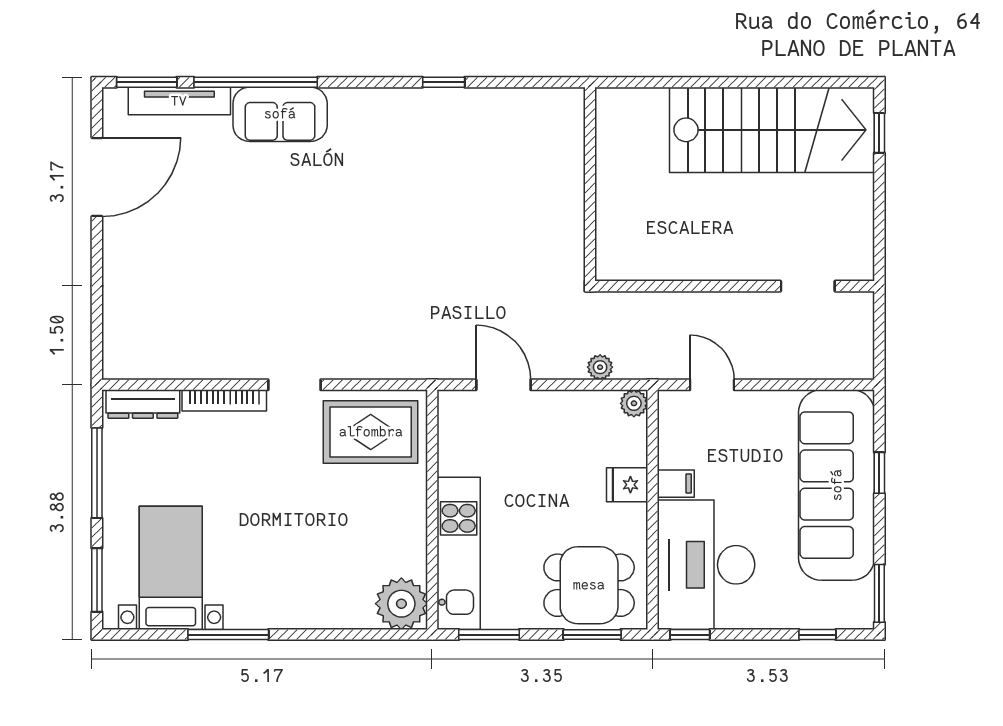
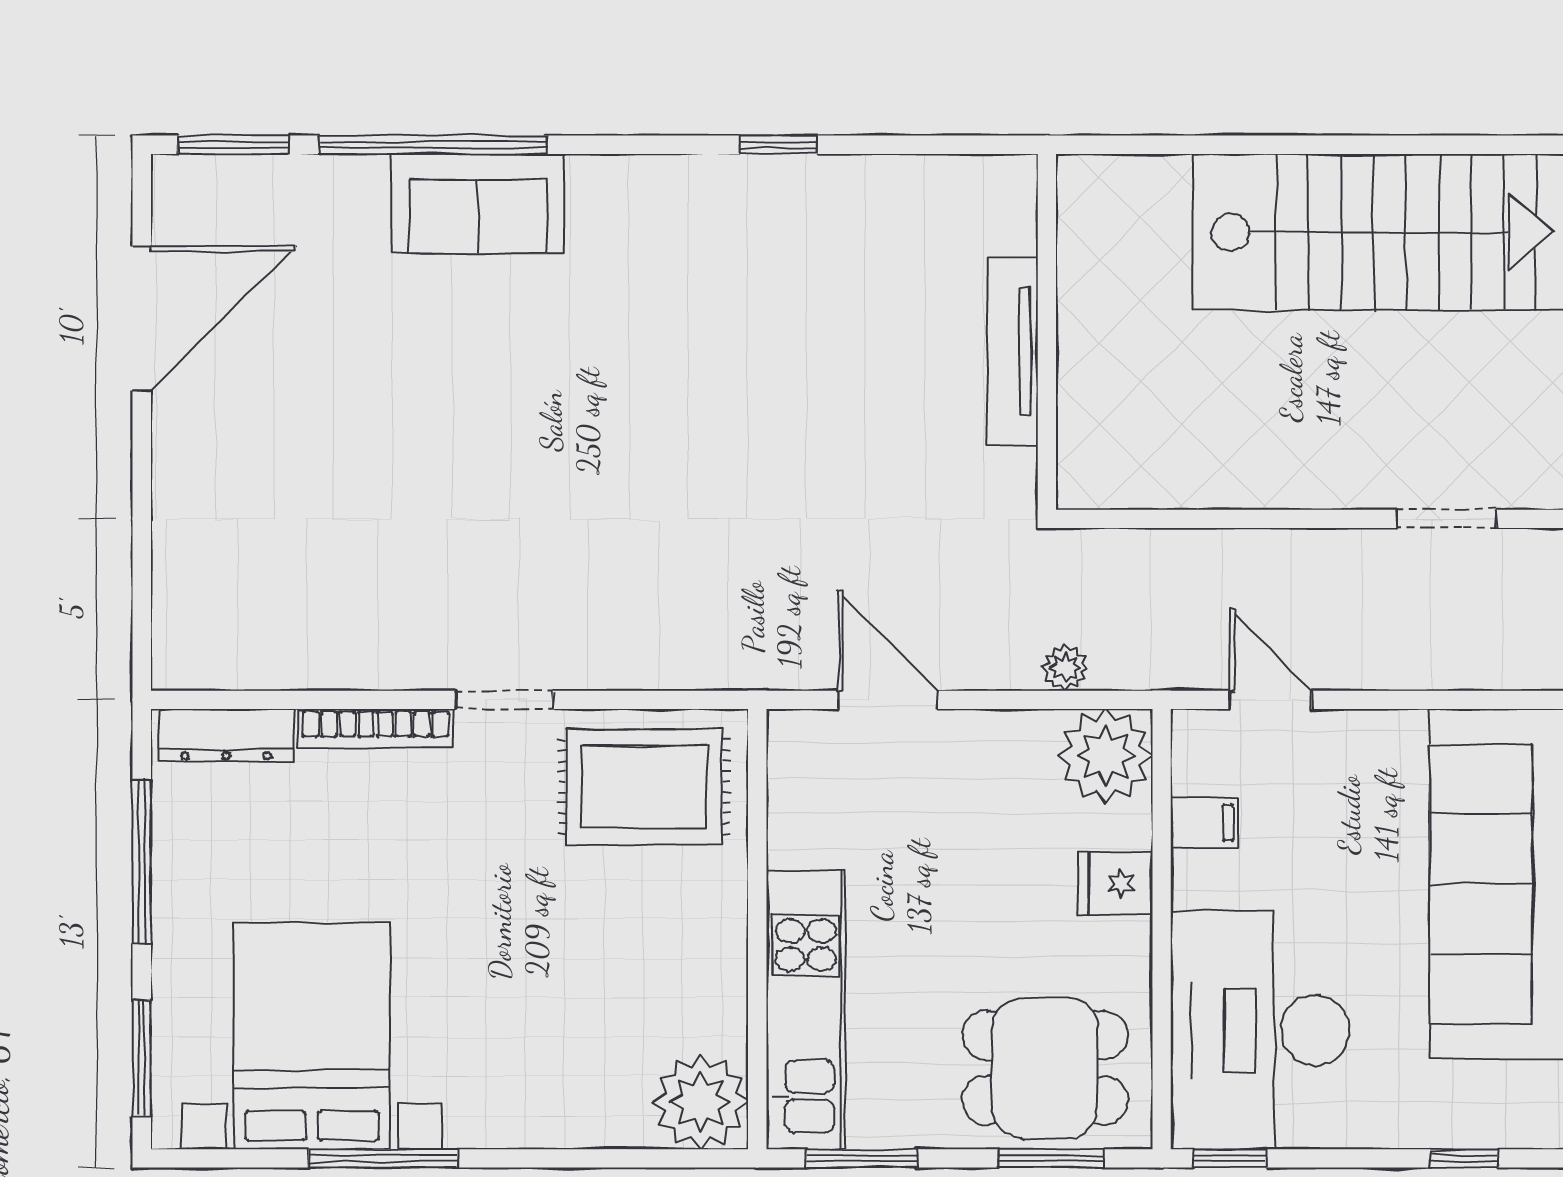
tv unit: (179, 101) -> (1012, 351), moved, turned 90
plant: (634, 403) -> (1106, 756), width x1.87, depth x1.87
filing cabinet: (676, 484) -> (1204, 823), moved
bed with nightstands: (171, 568) -> (312, 1036), width x1.36

